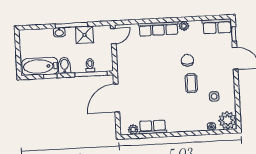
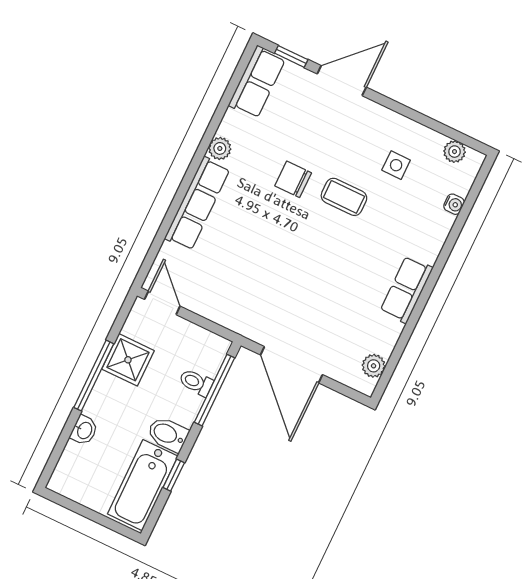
washbasin: (59, 32) -> (84, 430), moved
plant: (228, 120) -> (455, 152), width x0.53, depth x0.53
row of seats: (153, 127) -> (406, 289), moved

